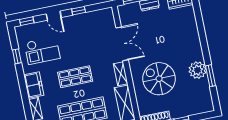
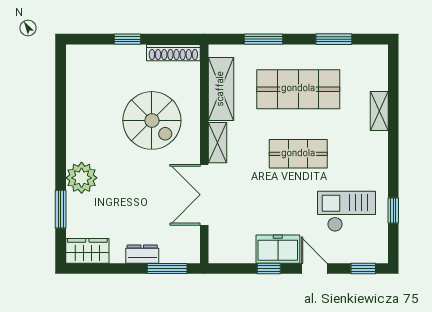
plant: (197, 70) -> (82, 178), moved
window: (210, 76) -> (61, 209), moved
freezer: (34, 85) -> (278, 249), moved, turned 90

